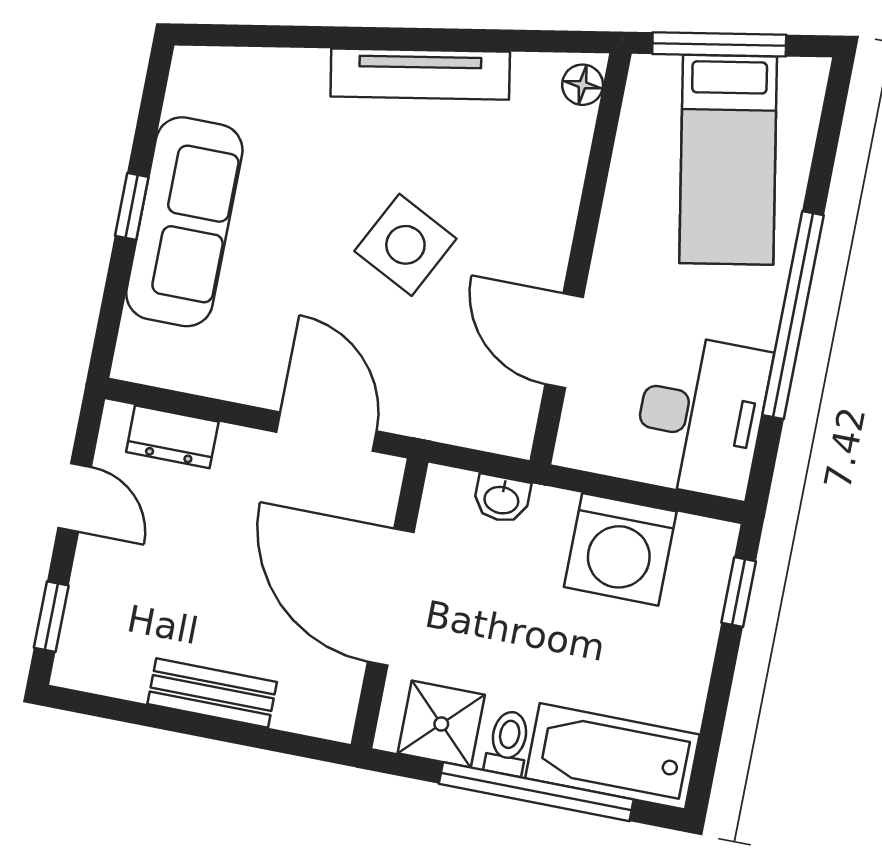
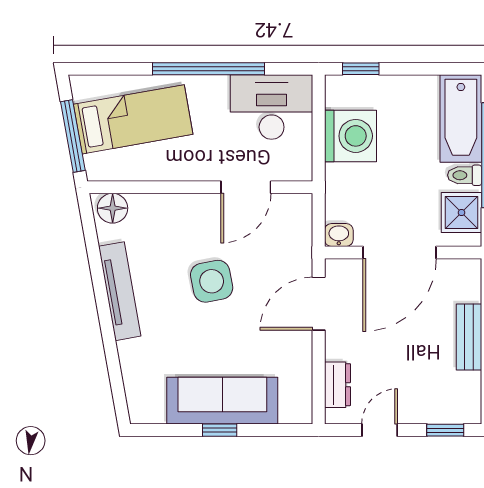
floor lamp: (583, 85) -> (113, 208), width x1.37, depth x1.37
side table: (405, 245) -> (212, 281), turned -38
washbasin: (502, 499) -> (339, 235), moved, turned -90

